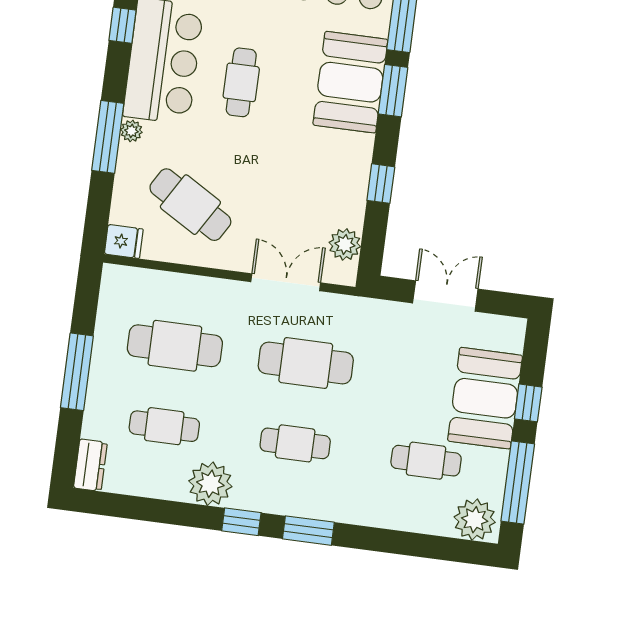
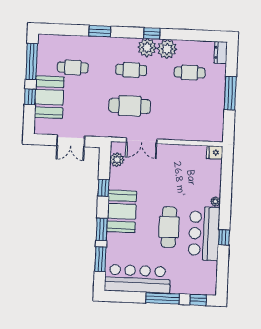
window: (123, 25) -> (224, 237), moved
cafe table: (241, 82) -> (169, 227), width x1.37, depth x1.35
booth: (350, 82) -> (122, 211), moved
window: (108, 137) -> (226, 198), removed
cafe table: (190, 205) -> (187, 171), removed
cafe table: (175, 346) -> (188, 108), removed
plant: (475, 520) -> (147, 48), moved
window: (308, 531) -> (100, 31), moved

